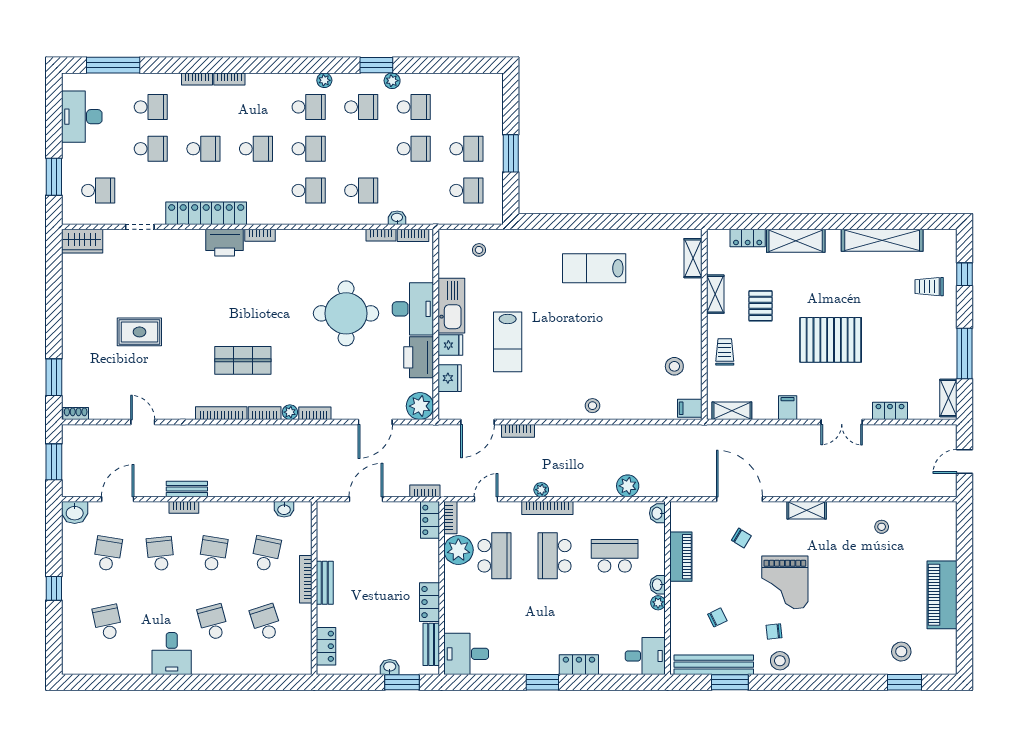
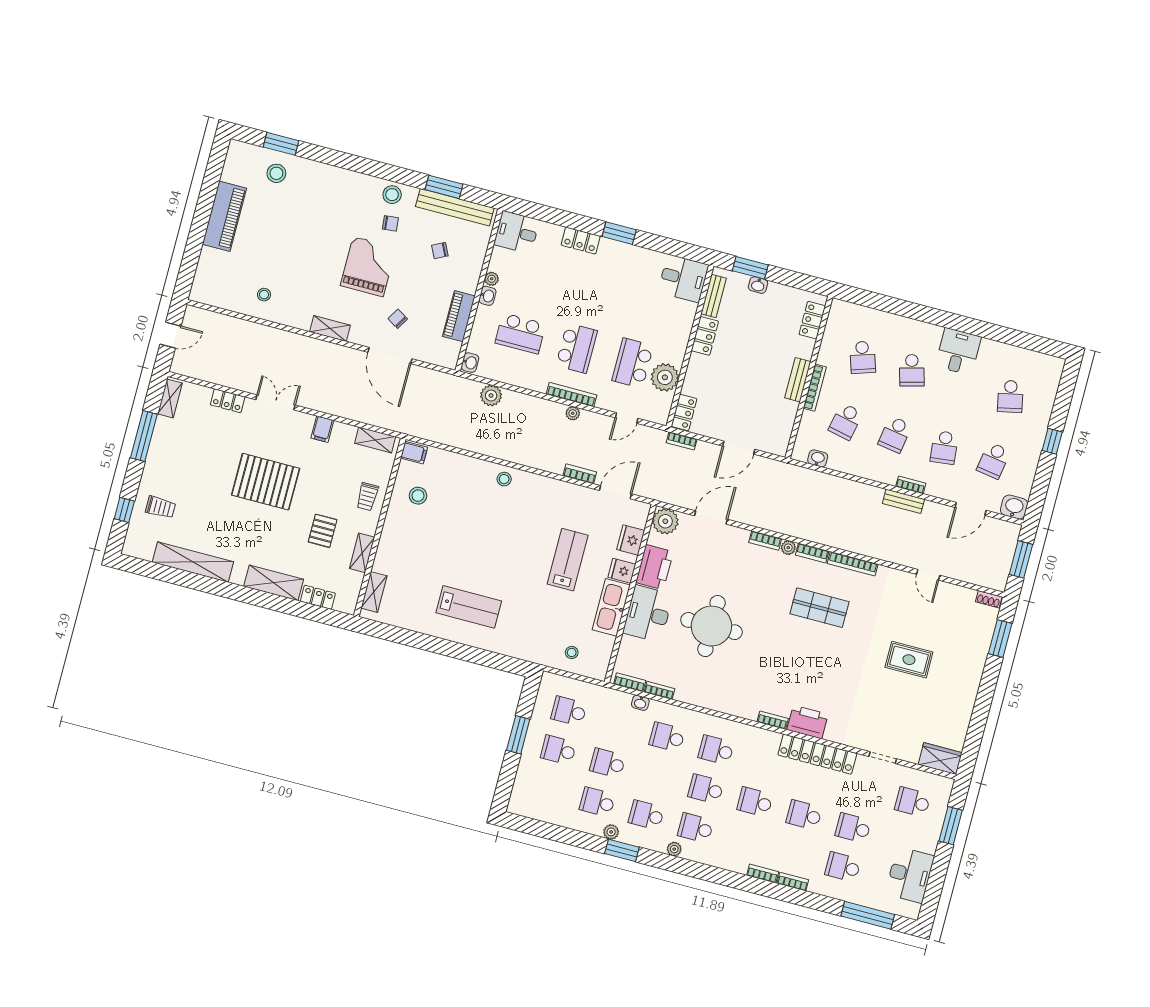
bookcase: (450, 518) -> (664, 410), removed

